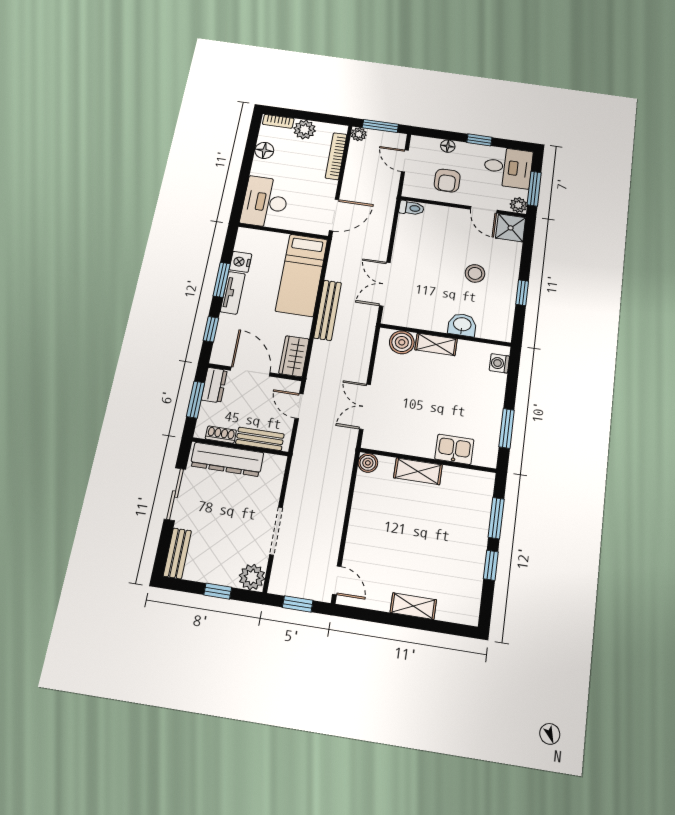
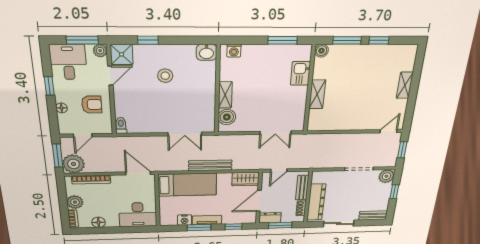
plant: (359, 134) -> (73, 164), width x1.88, depth x1.88
window: (522, 293) -> (148, 40), moved
washbasin: (462, 325) -> (206, 52), moved, turned -90
boiler: (368, 463) -> (321, 51), moved

